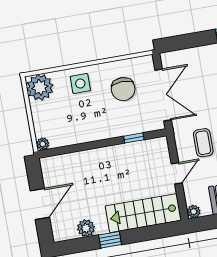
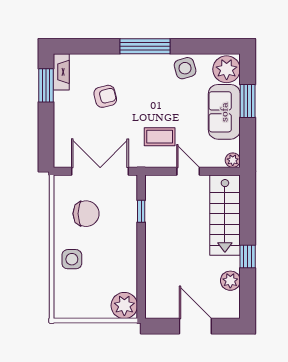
plant: (40, 87) -> (68, 304), removed
plant: (43, 144) -> (124, 306), width x1.88, depth x1.88

